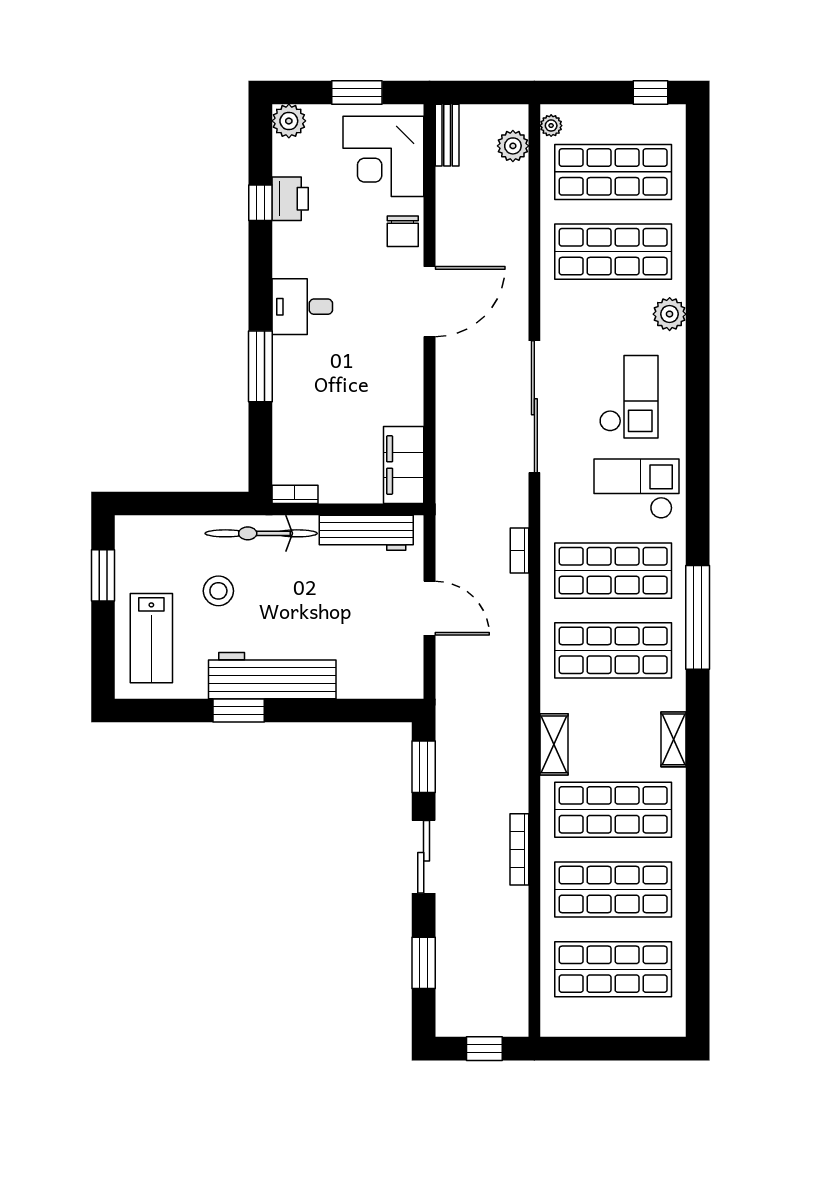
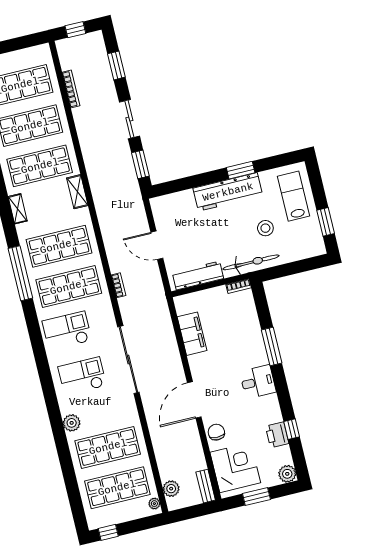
checkout: (629, 397) -> (82, 376), turned 90
filing cabinet: (404, 465) -> (192, 334), moved
checkout: (637, 489) -> (67, 331), turned 180
bookcase: (519, 849) -> (71, 89), moved

